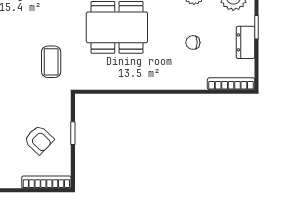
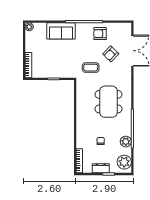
armchair: (39, 140) -> (111, 54), moved

